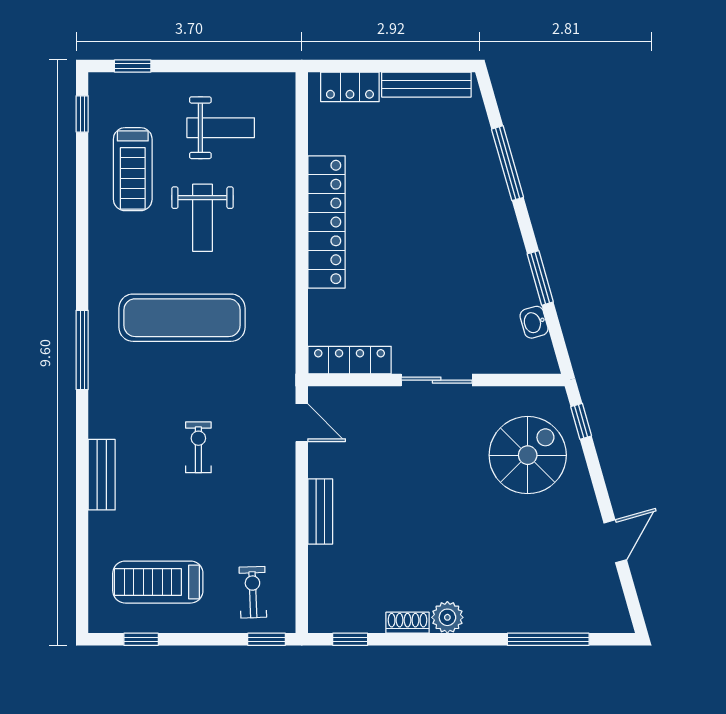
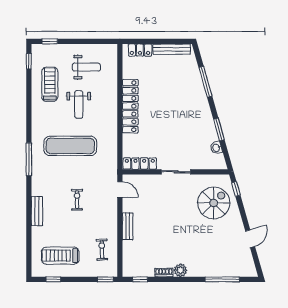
treadmill: (133, 169) -> (50, 84), turned 180
exercise bike: (253, 592) -> (102, 250), moved

